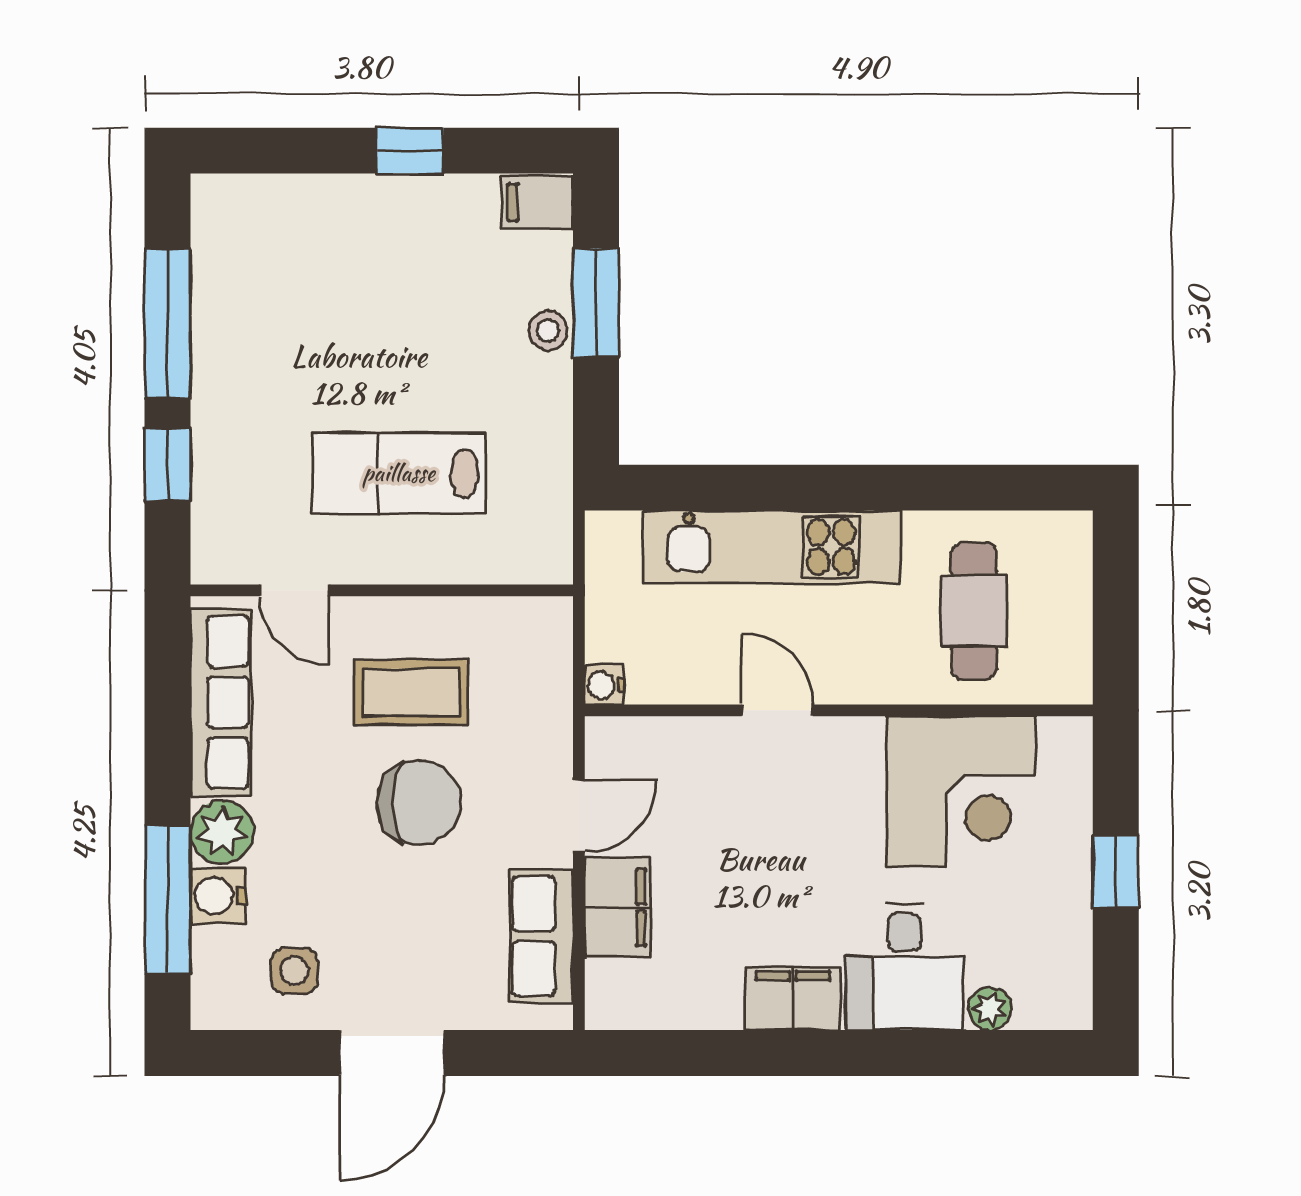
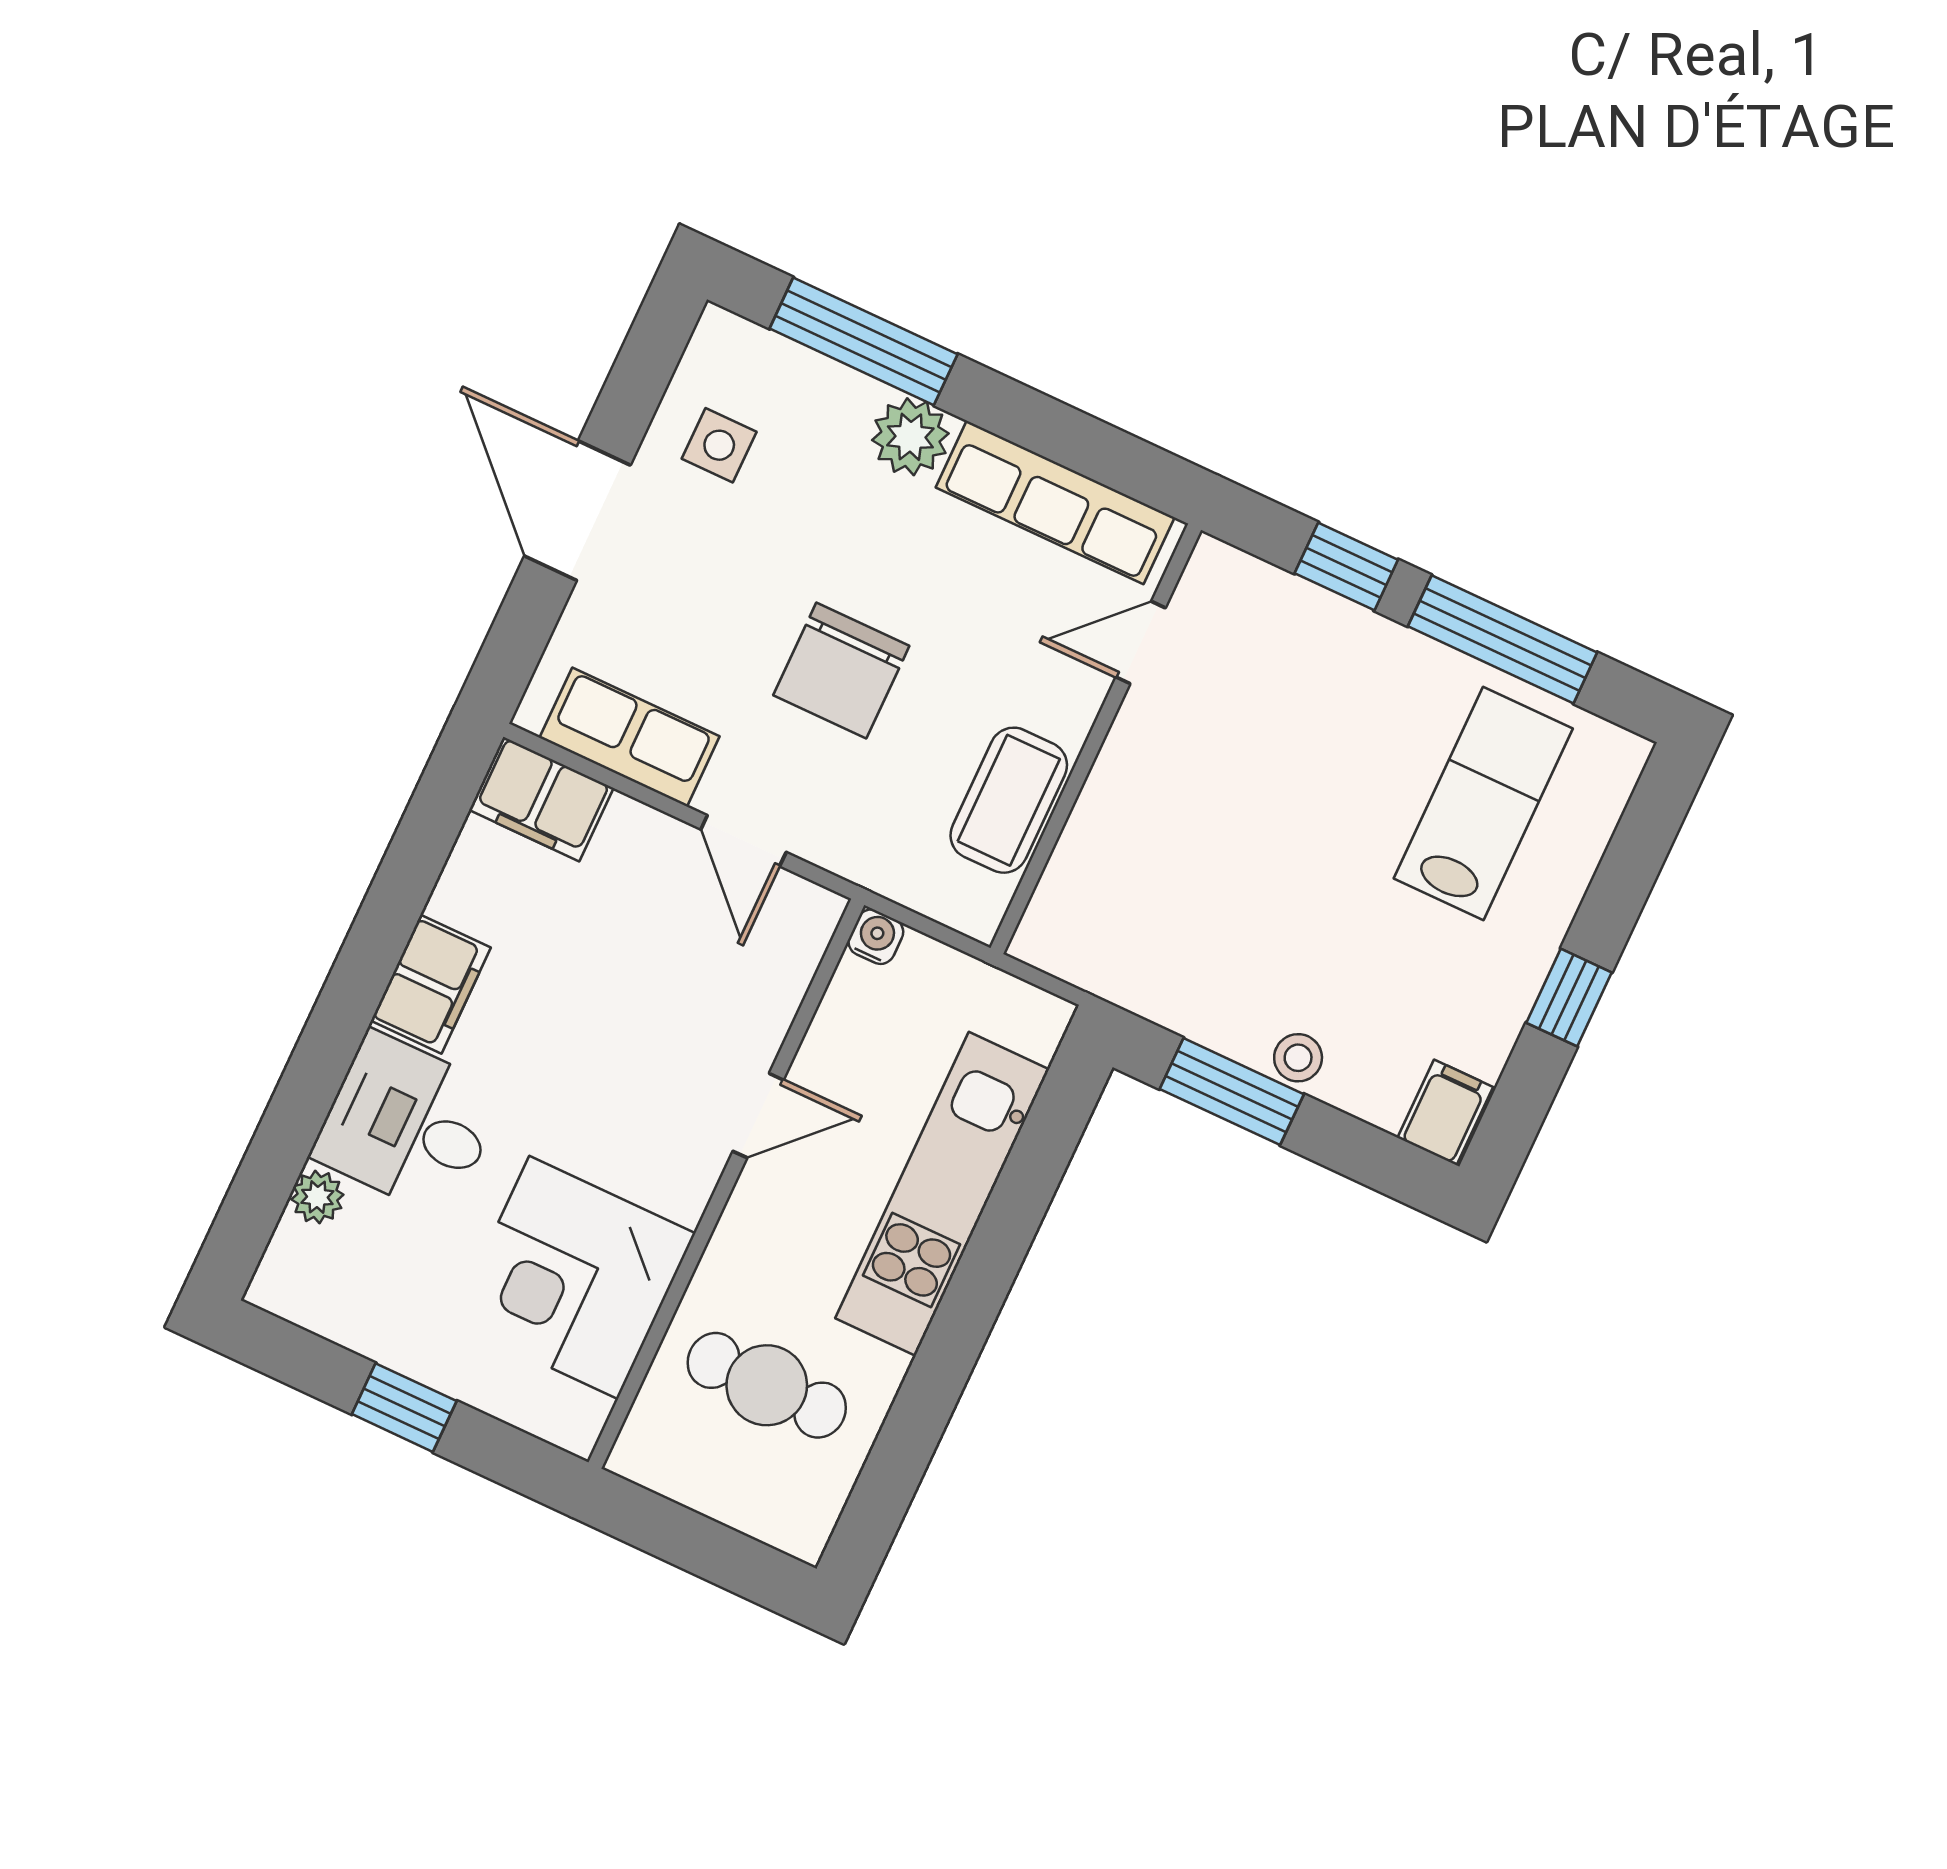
window: (596, 303) -> (1232, 1092), moved
lab bench: (399, 473) -> (1483, 803), moved
coffee table: (411, 692) -> (1009, 800), moved
water cooler: (218, 896) -> (842, 399), removed
filing cabinet: (618, 908) -> (541, 799), moved

